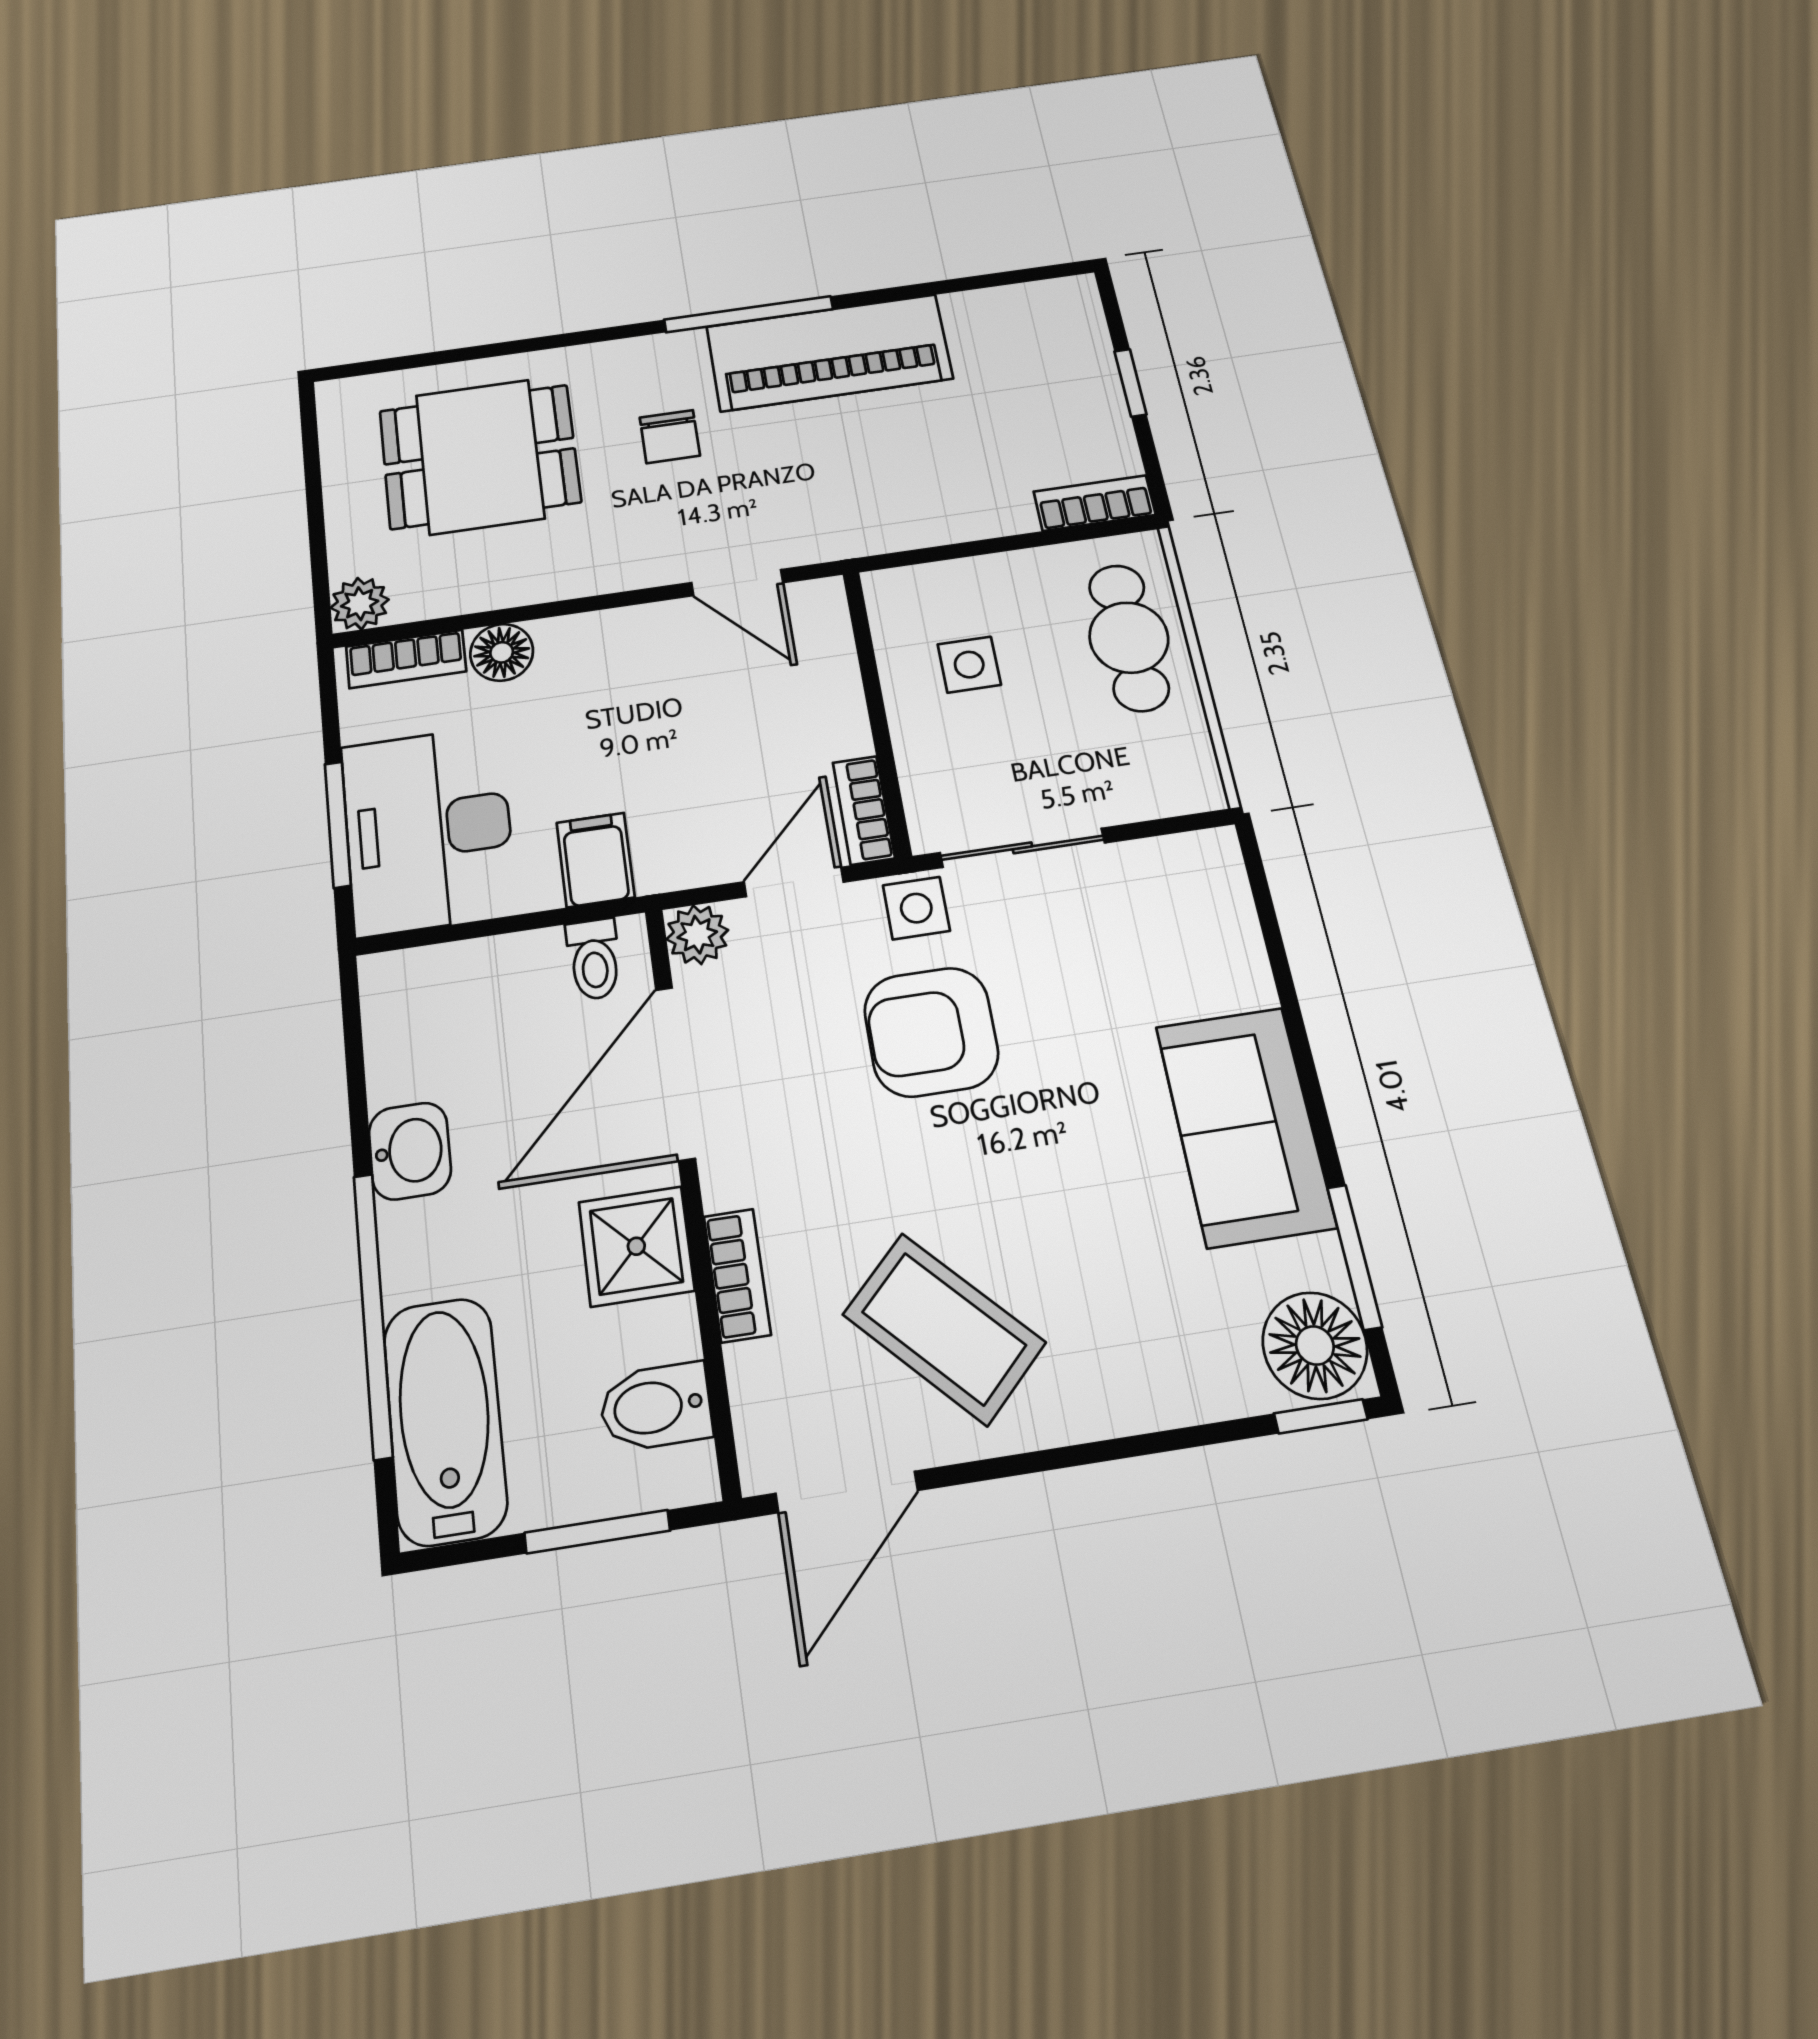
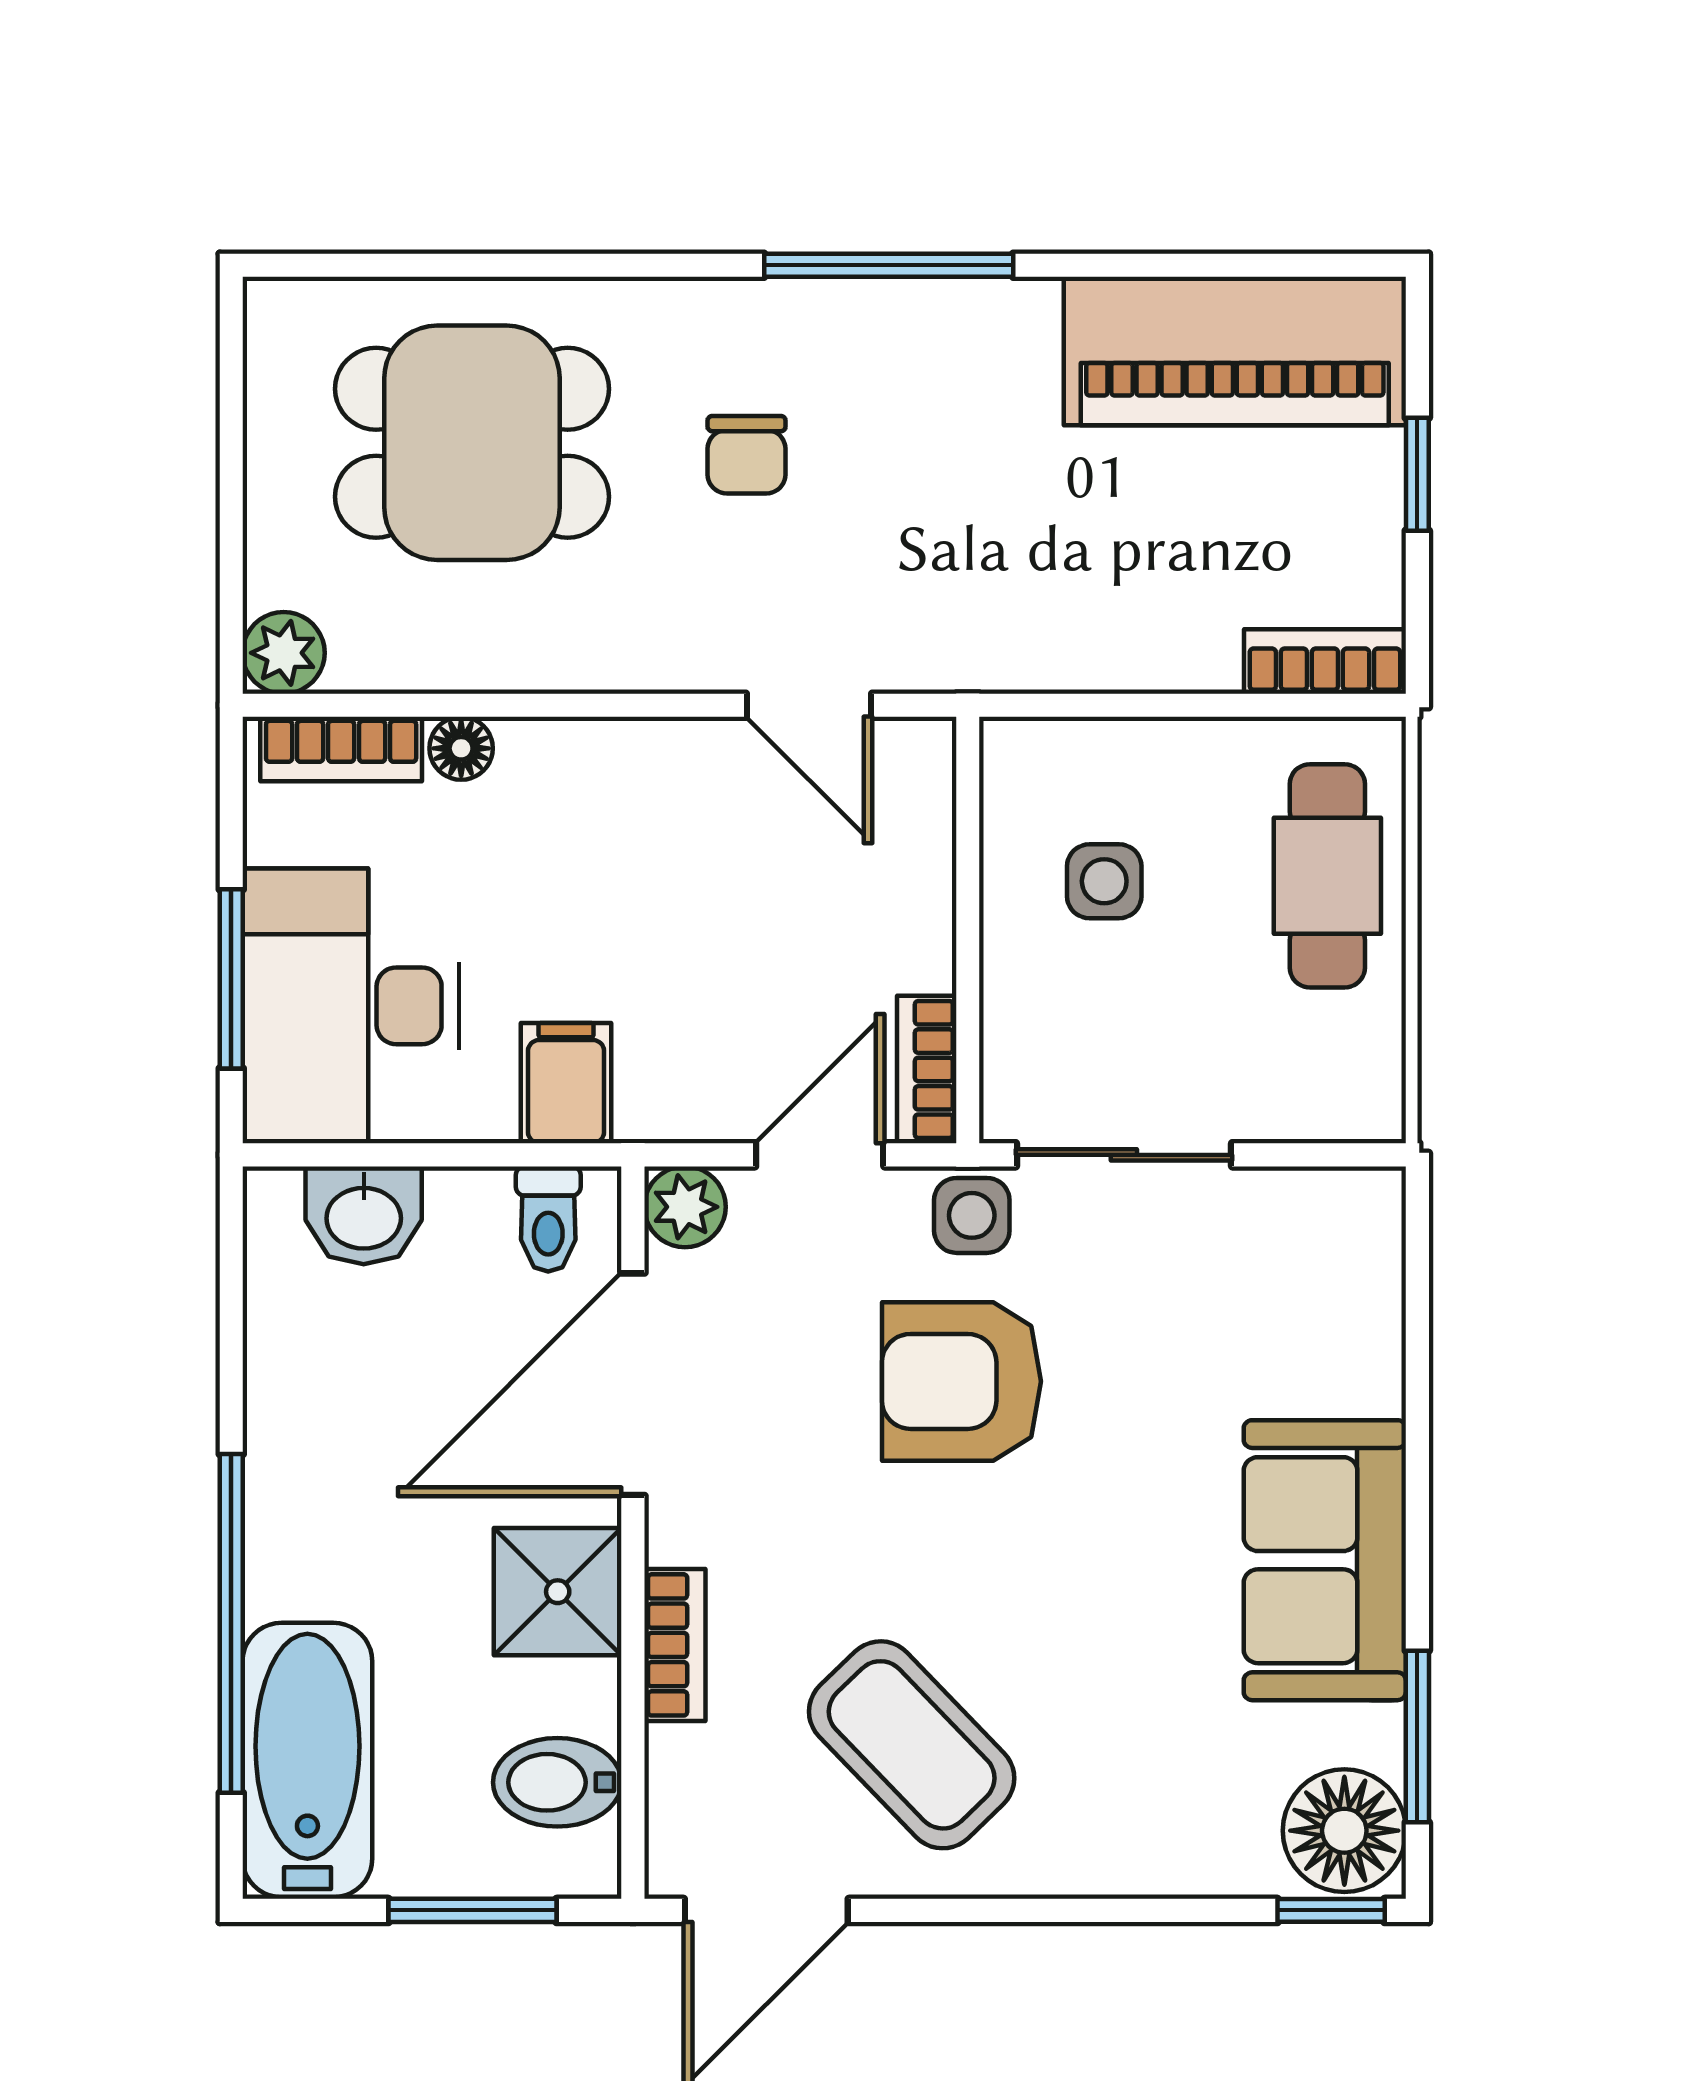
piano: (829, 353) -> (1235, 351), moved
floor lamp: (502, 652) -> (461, 748), width x0.73, depth x0.73
washbasin: (410, 1151) -> (364, 1215), moved, turned 90

